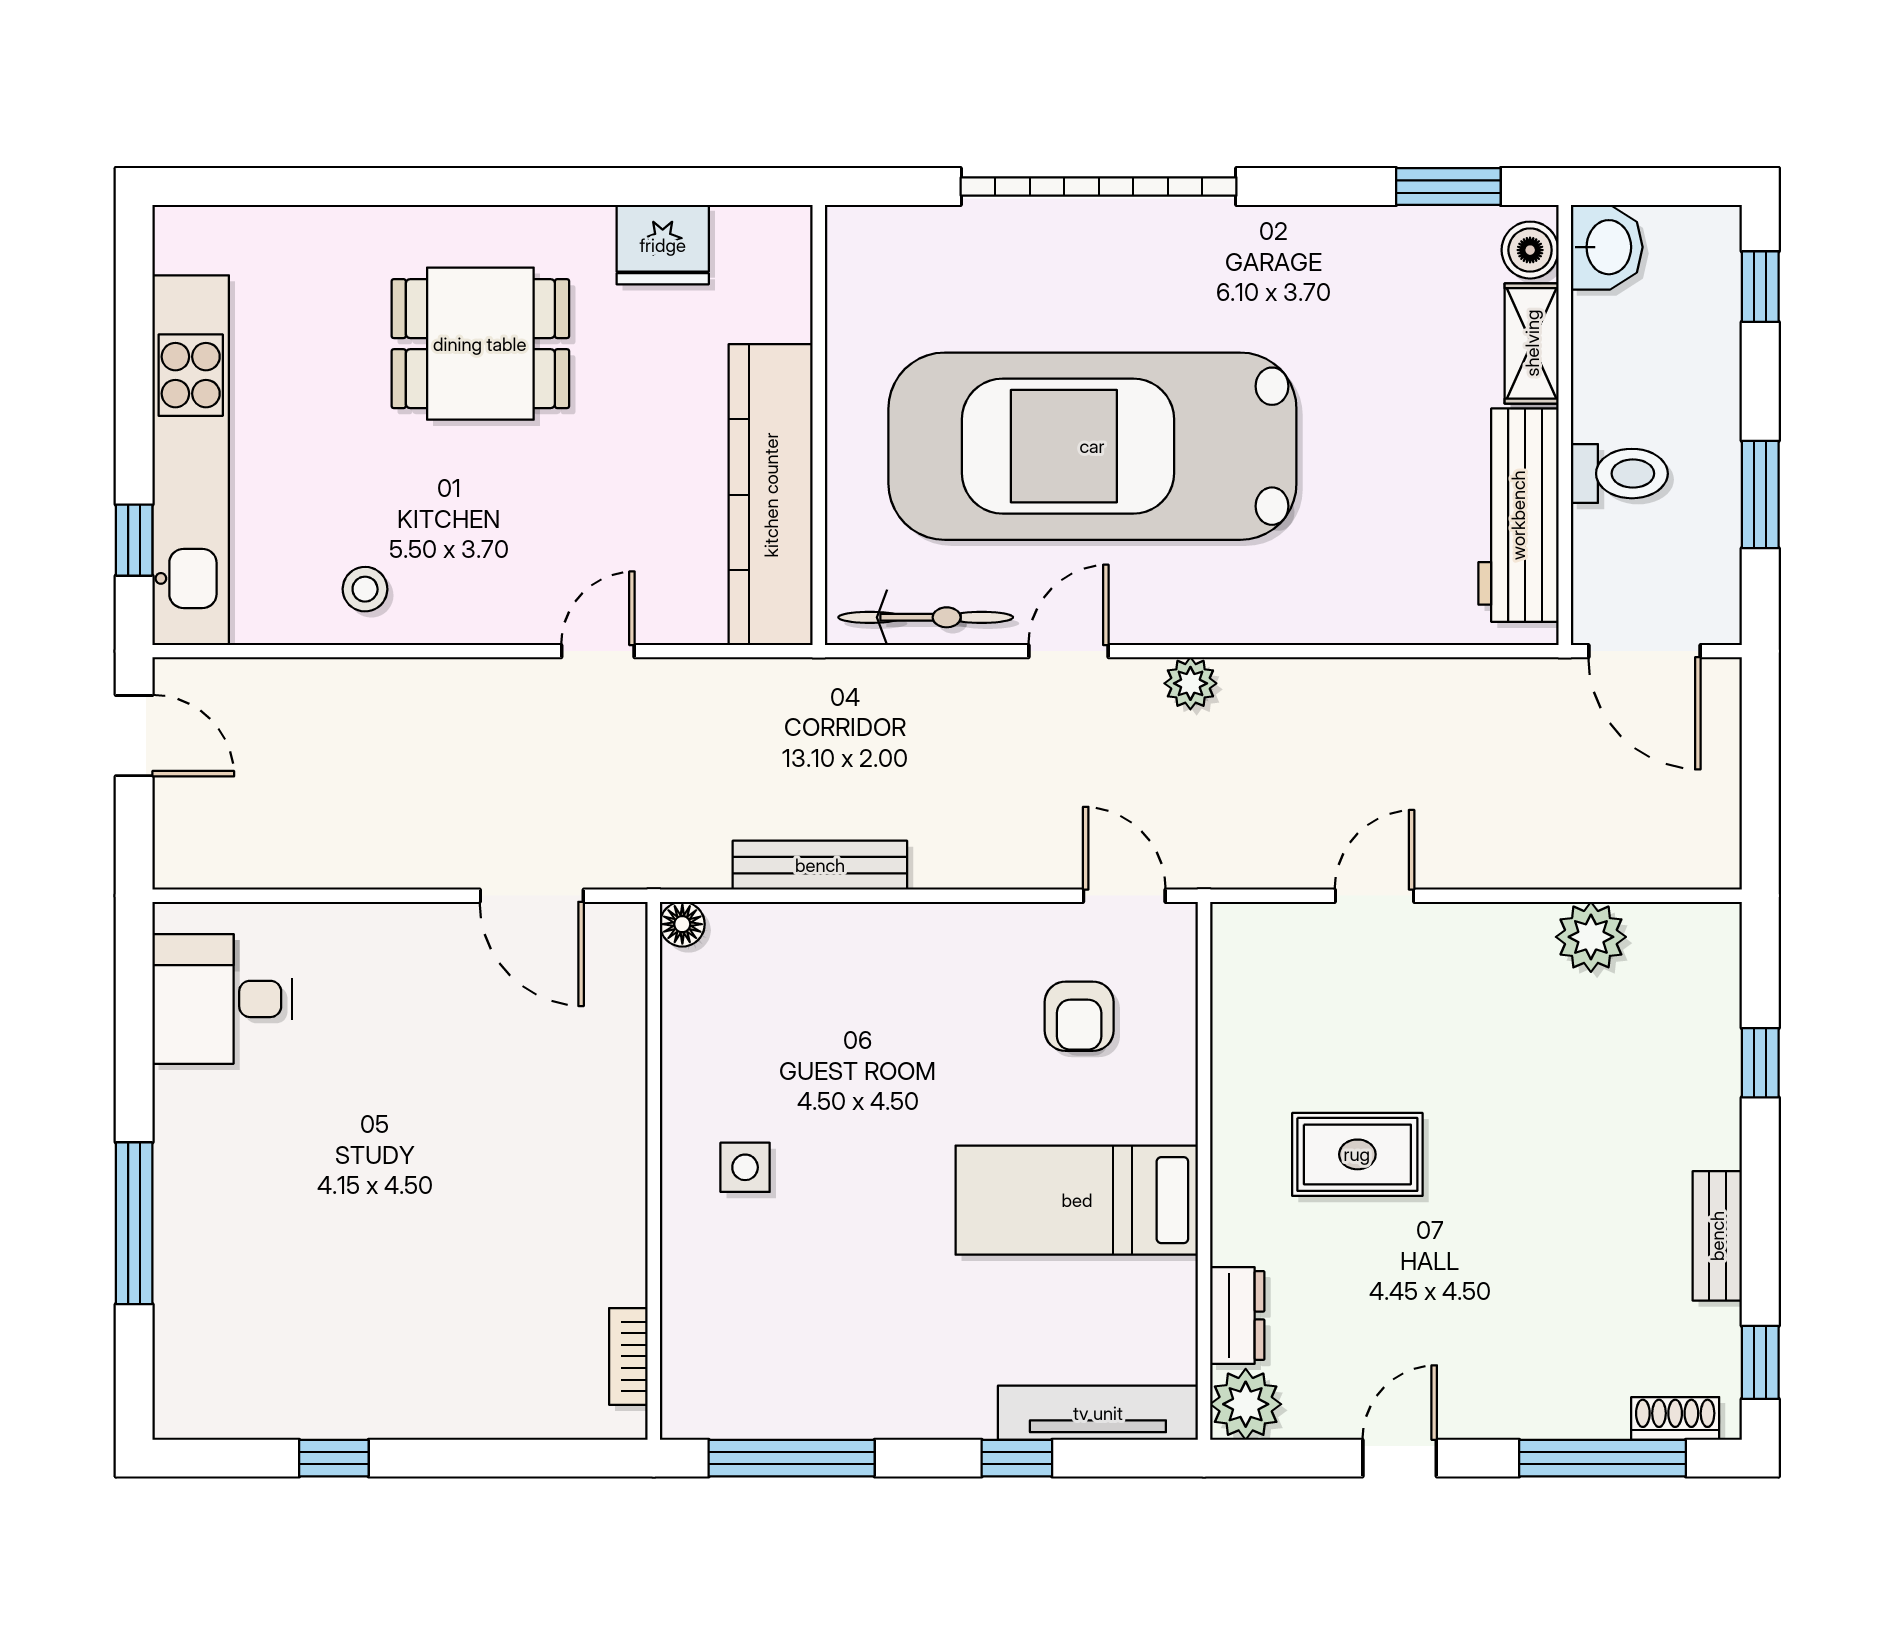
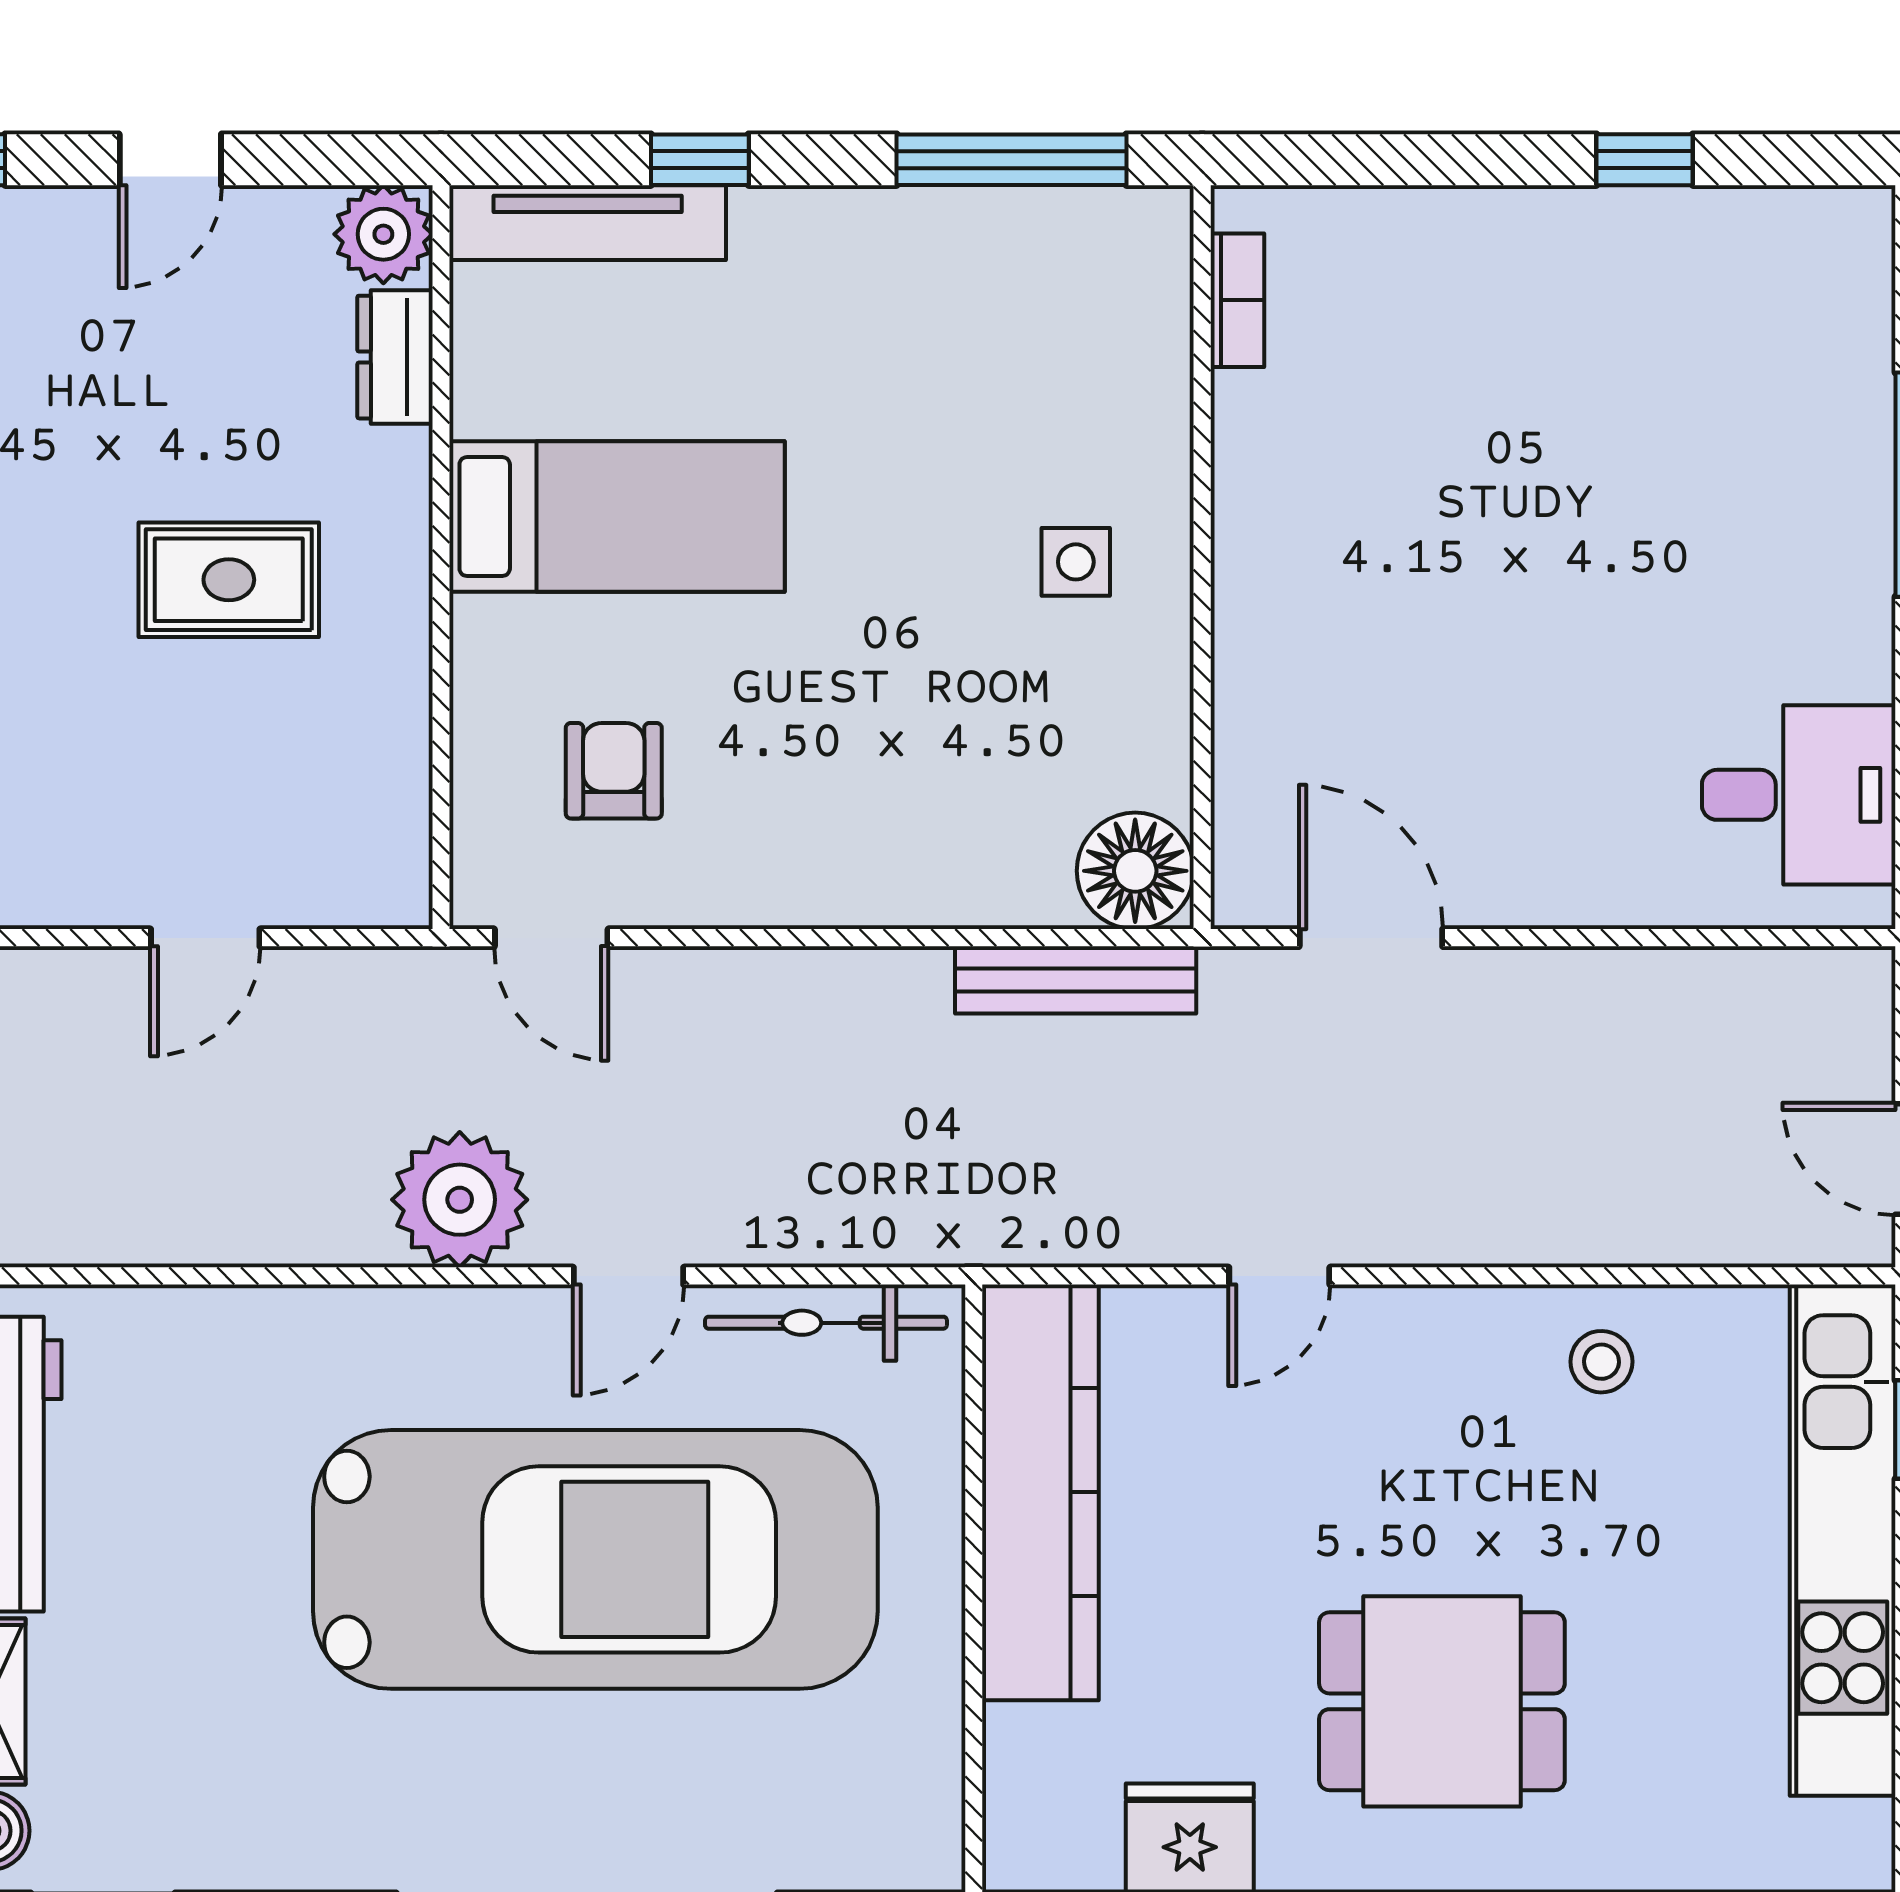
plant: (1190, 683) -> (460, 1200), width x1.88, depth x1.88
bench: (820, 865) -> (1076, 980), moved
floor lamp: (682, 924) -> (1135, 871), width x1.89, depth x1.89

